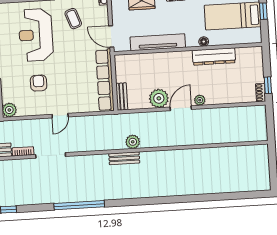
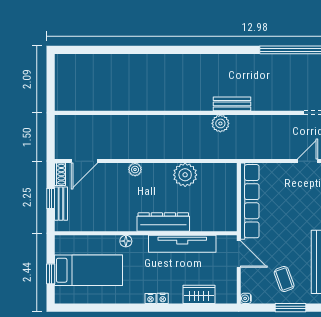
dresser: (214, 56) -> (163, 222), moved
window: (268, 85) -> (51, 198), moved
bench: (122, 97) -> (61, 204), moved
door: (181, 108) -> (85, 161), moved

